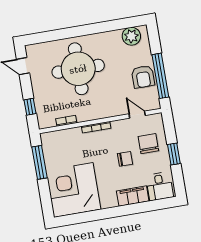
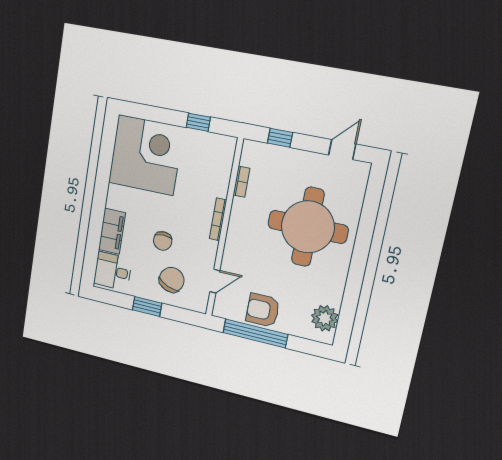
chair: (148, 144) -> (172, 280), turned -68
window: (39, 162) -> (198, 122), width x0.46

